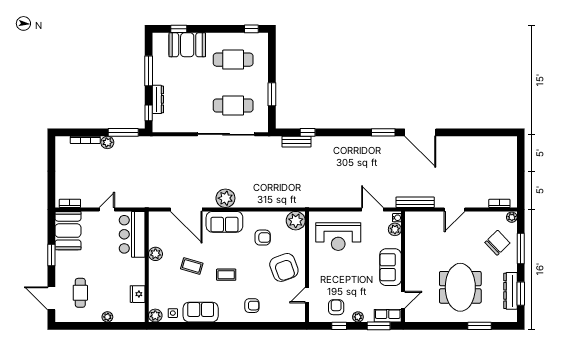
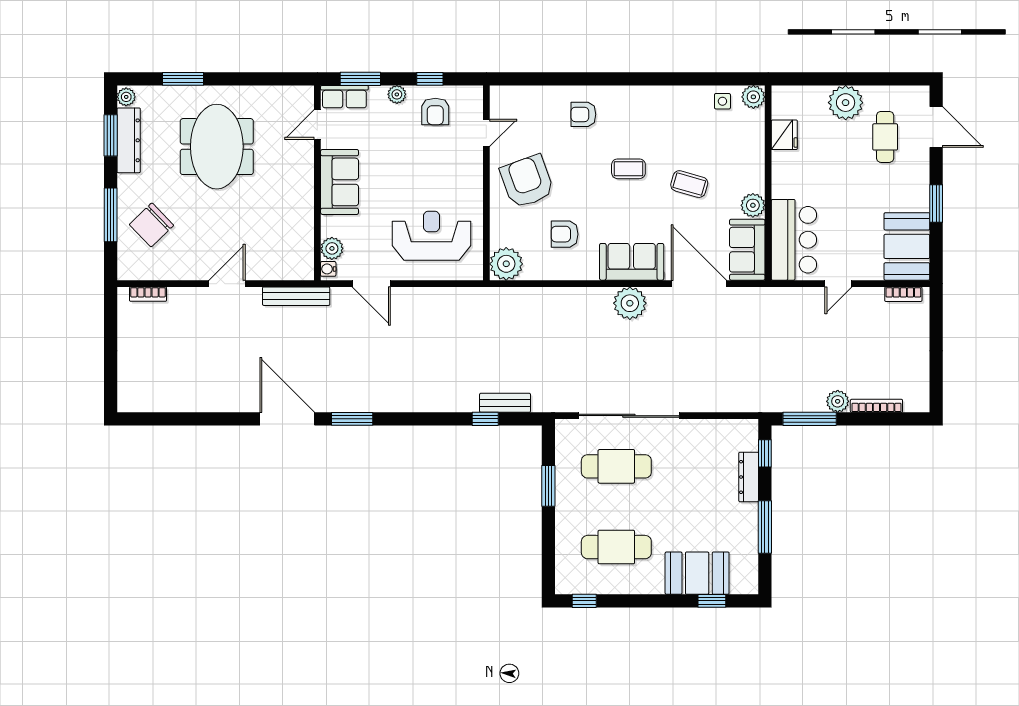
plant: (512, 217) -> (126, 97), moved
sofa: (201, 312) -> (747, 250), moved, turned 90
plant: (107, 317) -> (846, 103), width x1.88, depth x1.88

